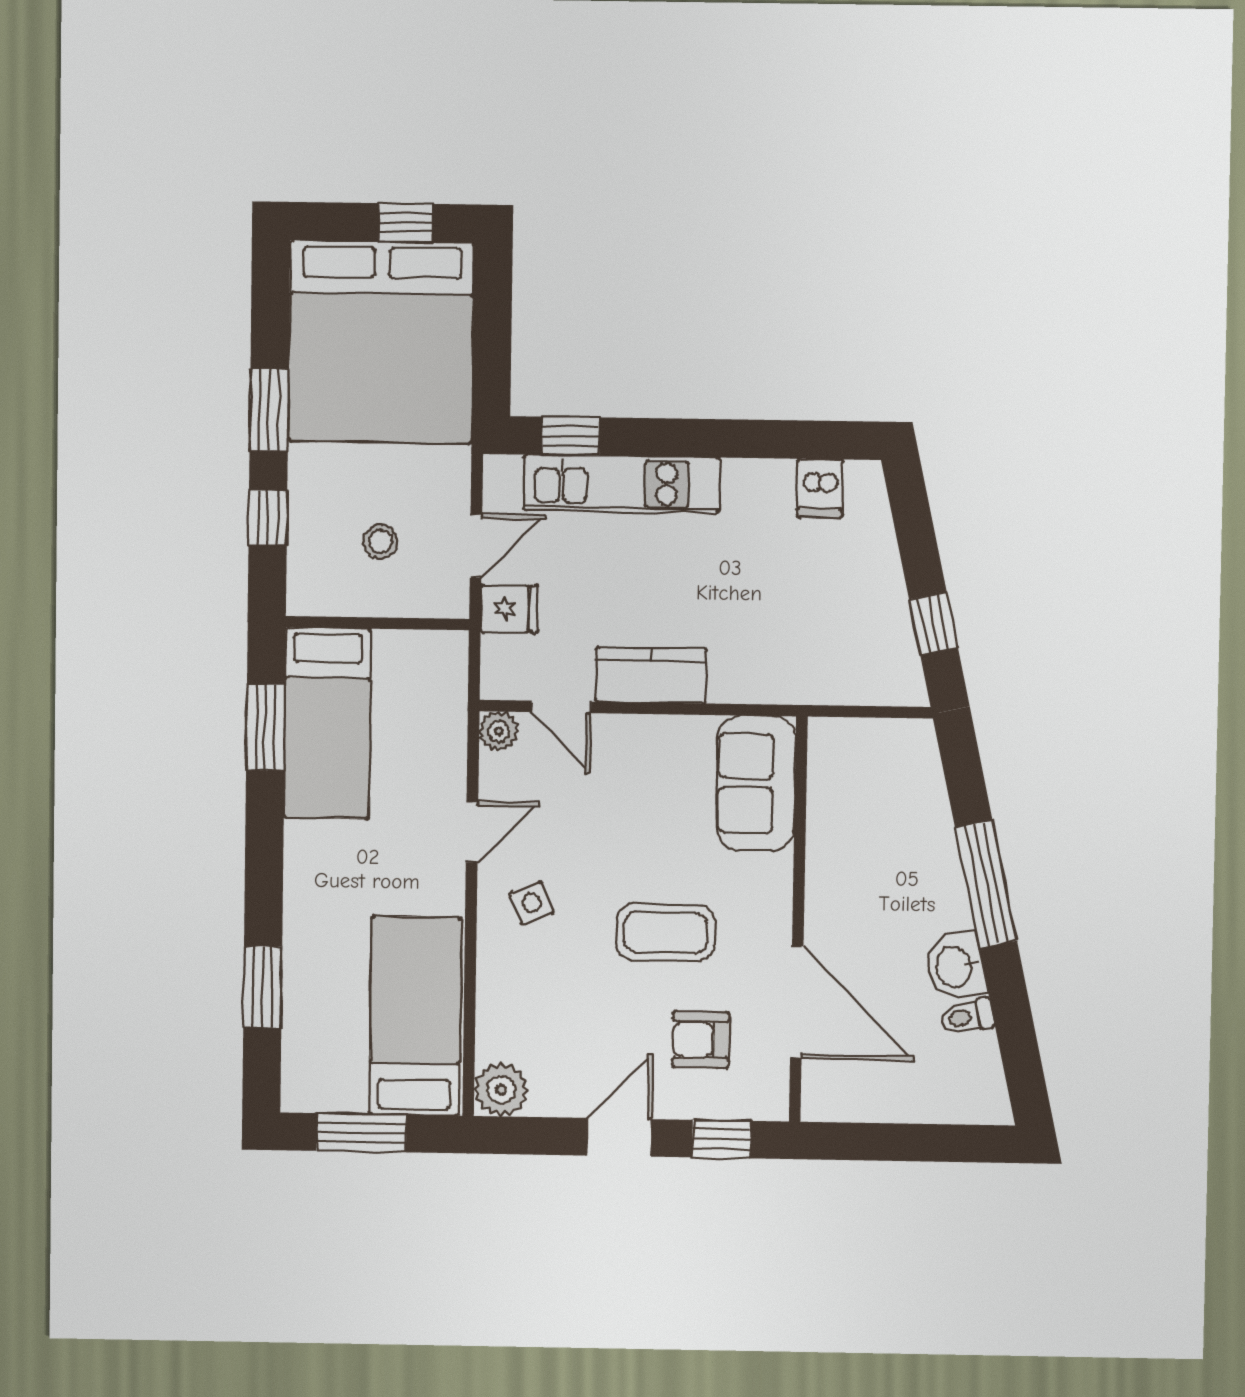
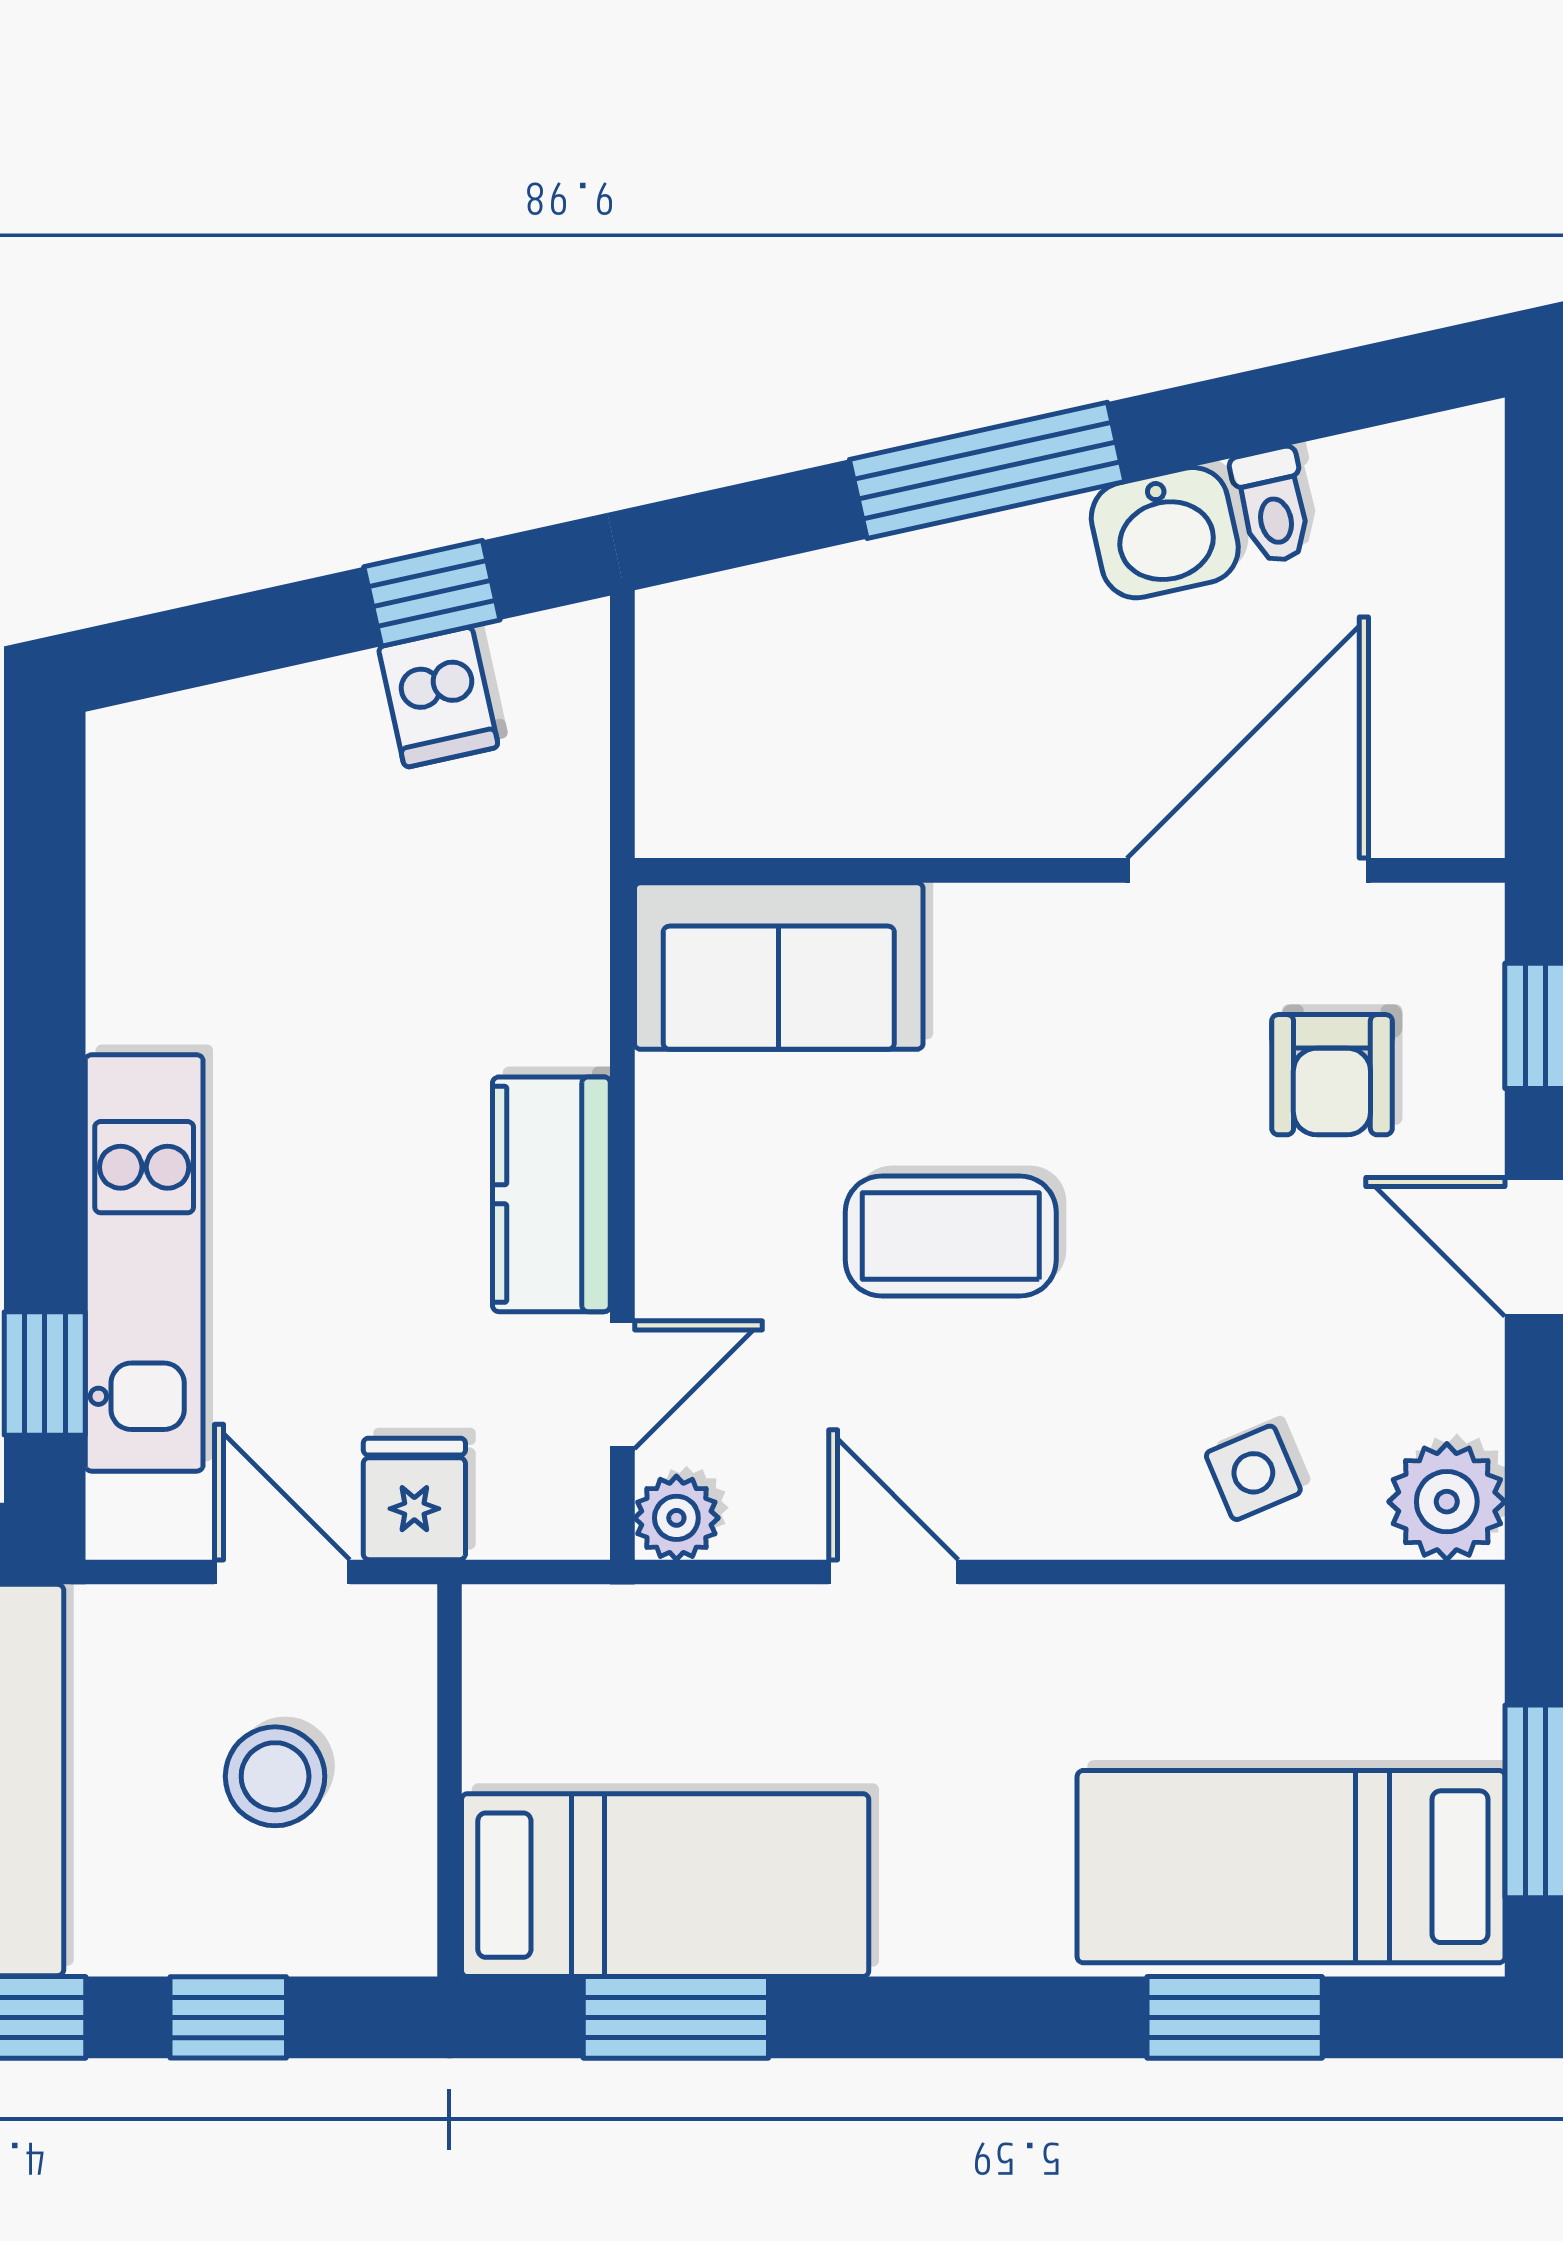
dishwasher: (820, 488) -> (438, 697), moved, turned 78
stool: (380, 541) -> (275, 1776), width x1.37, depth x1.37
side table: (532, 903) -> (1253, 1473), moved
coffee table: (665, 932) -> (951, 1236), moved, turned 90
bed: (415, 1016) -> (1291, 1867), moved

